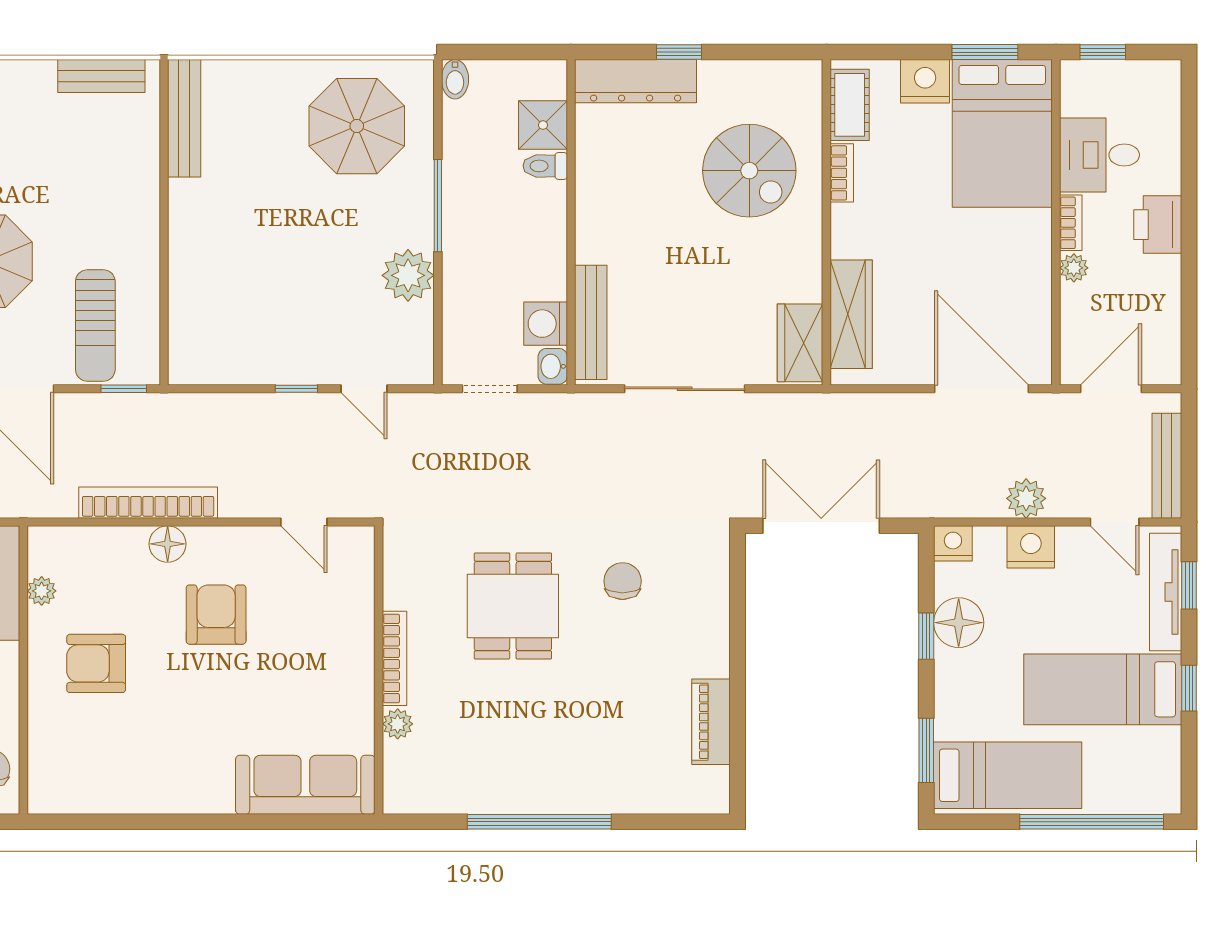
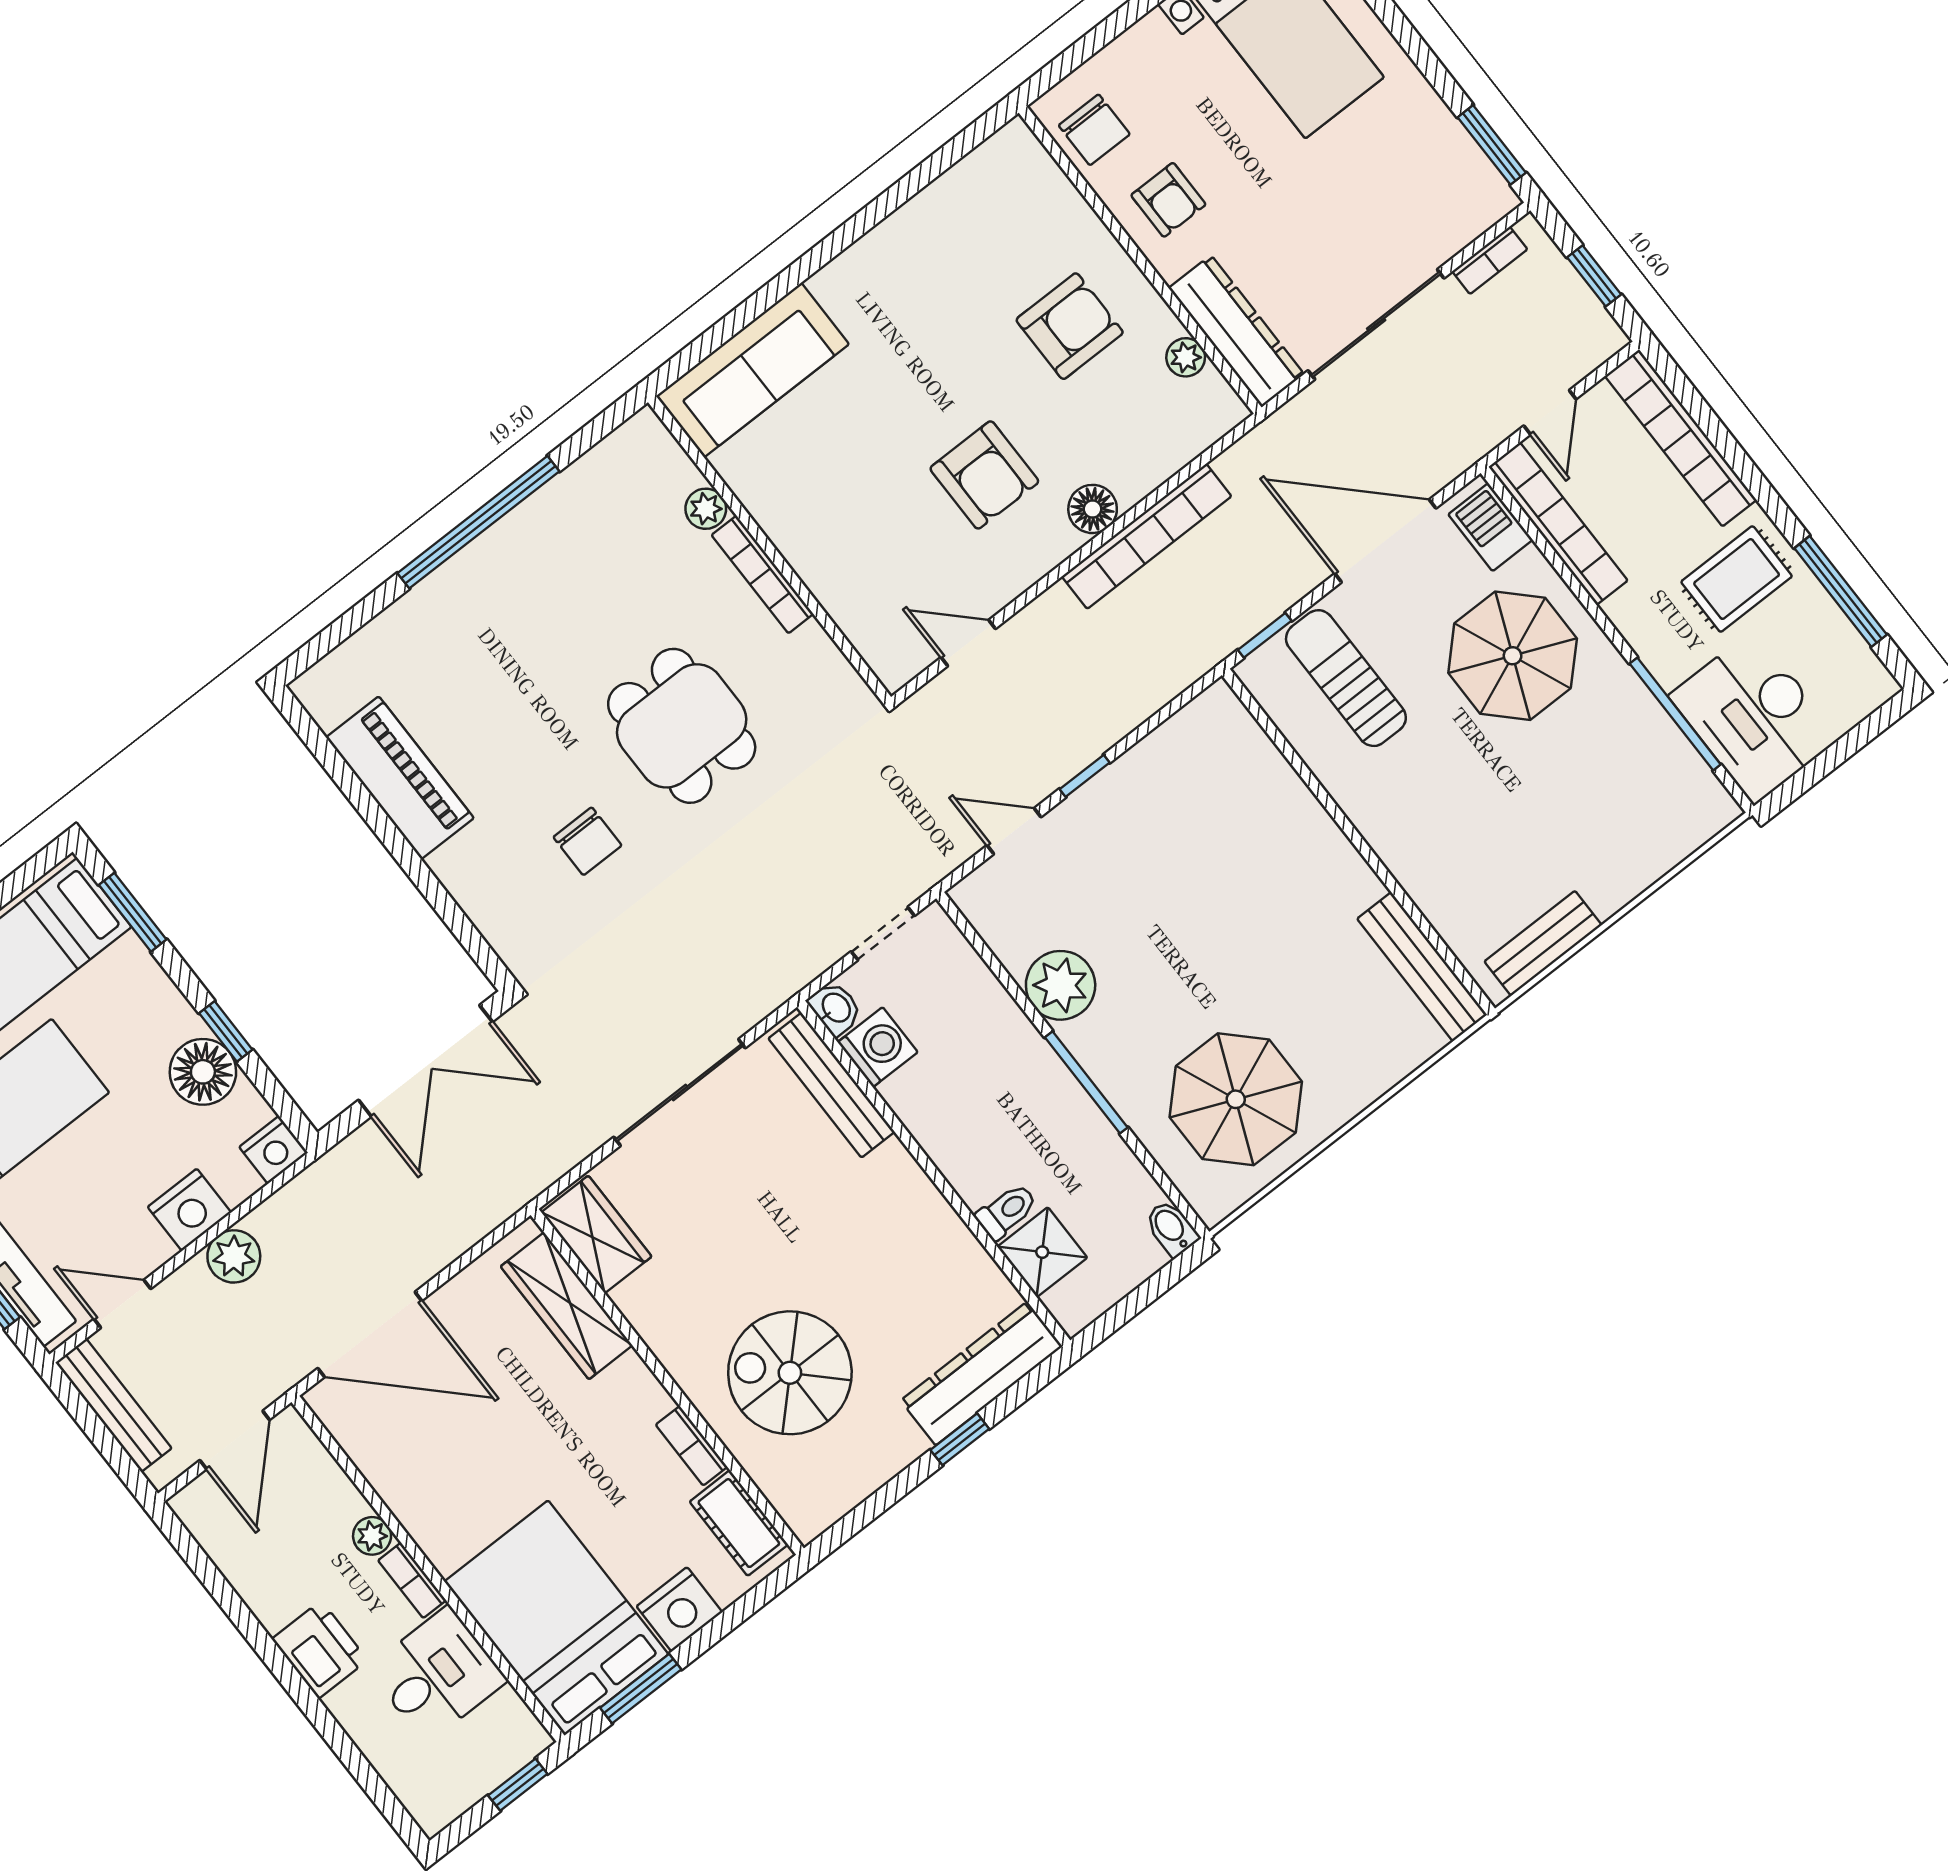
piano: (711, 722) -> (400, 778), width x1.37, depth x1.33

